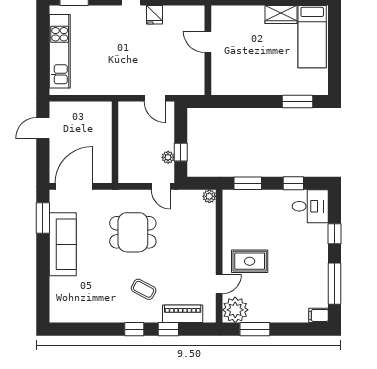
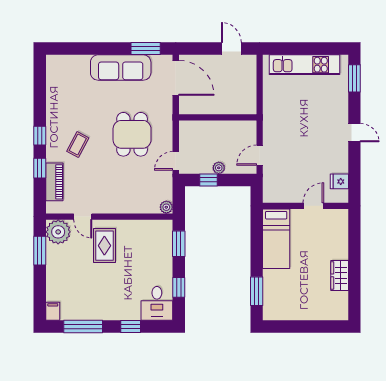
fridge: (155, 15) -> (339, 181), moved
bed: (312, 37) -> (276, 239), moved, turned -90
plant: (168, 157) -> (219, 168), moved

